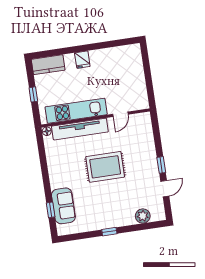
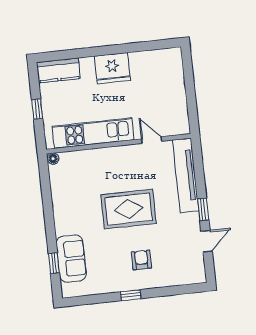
fridge: (82, 60) -> (112, 68), width x1.88, depth x1.34
door: (120, 114) -> (152, 140), swing flipped
tv unit: (80, 129) -> (186, 175), moved, turned 90
armchair: (116, 205) -> (141, 260), added
plant: (143, 216) -> (176, 276), removed

